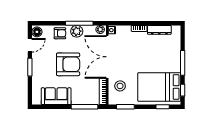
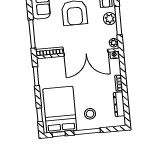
double door: (107, 57) -> (86, 53), swing flipped
stool: (120, 86) -> (90, 114), moved

